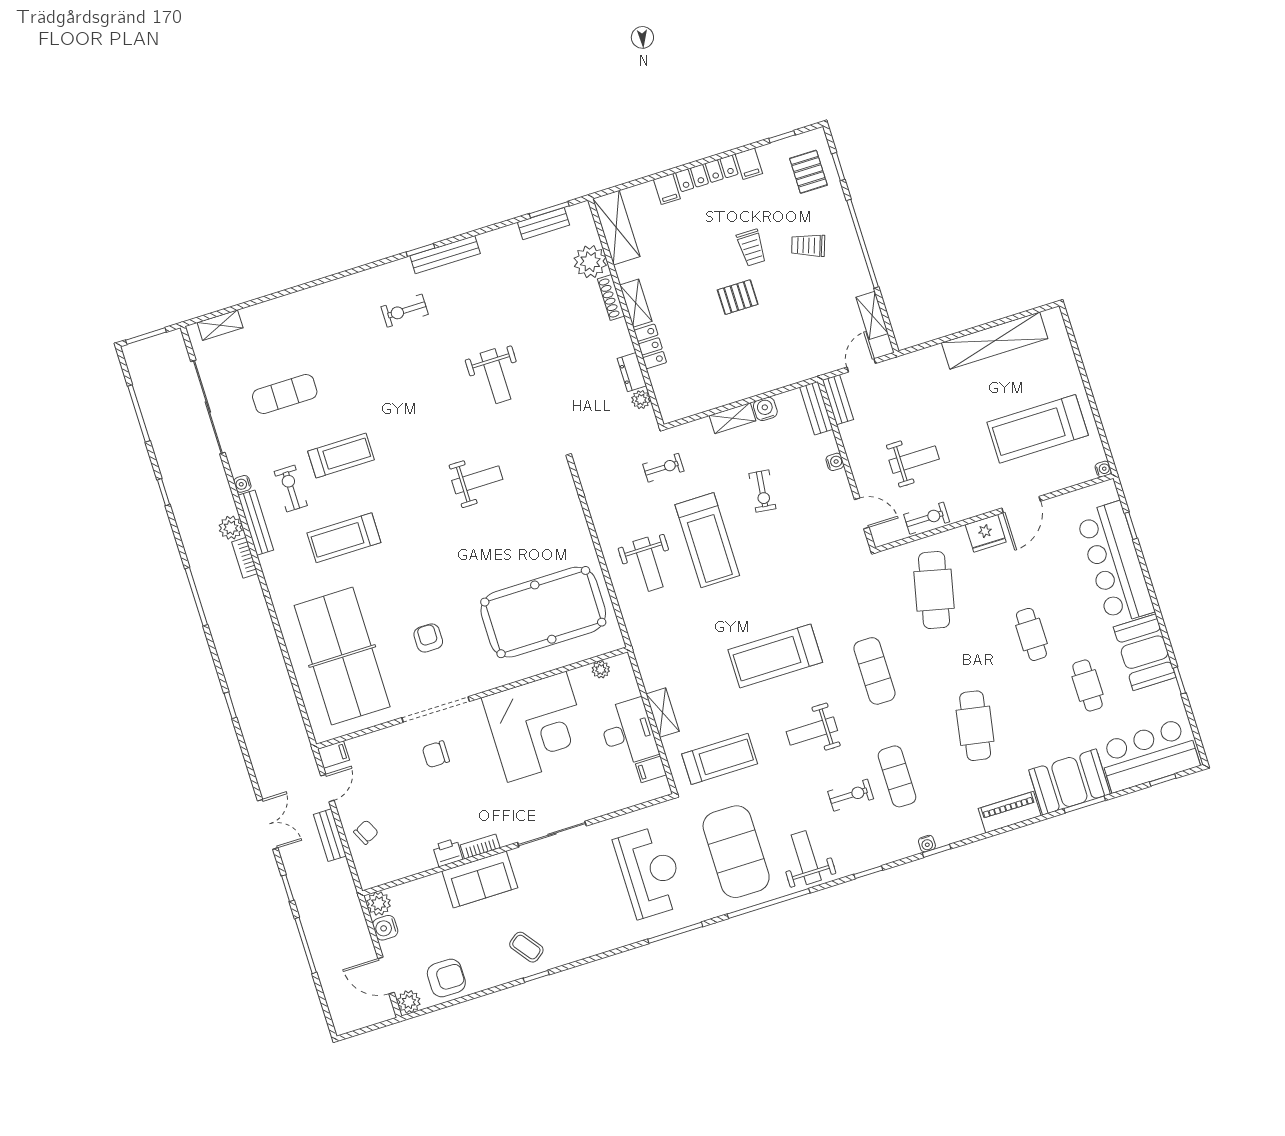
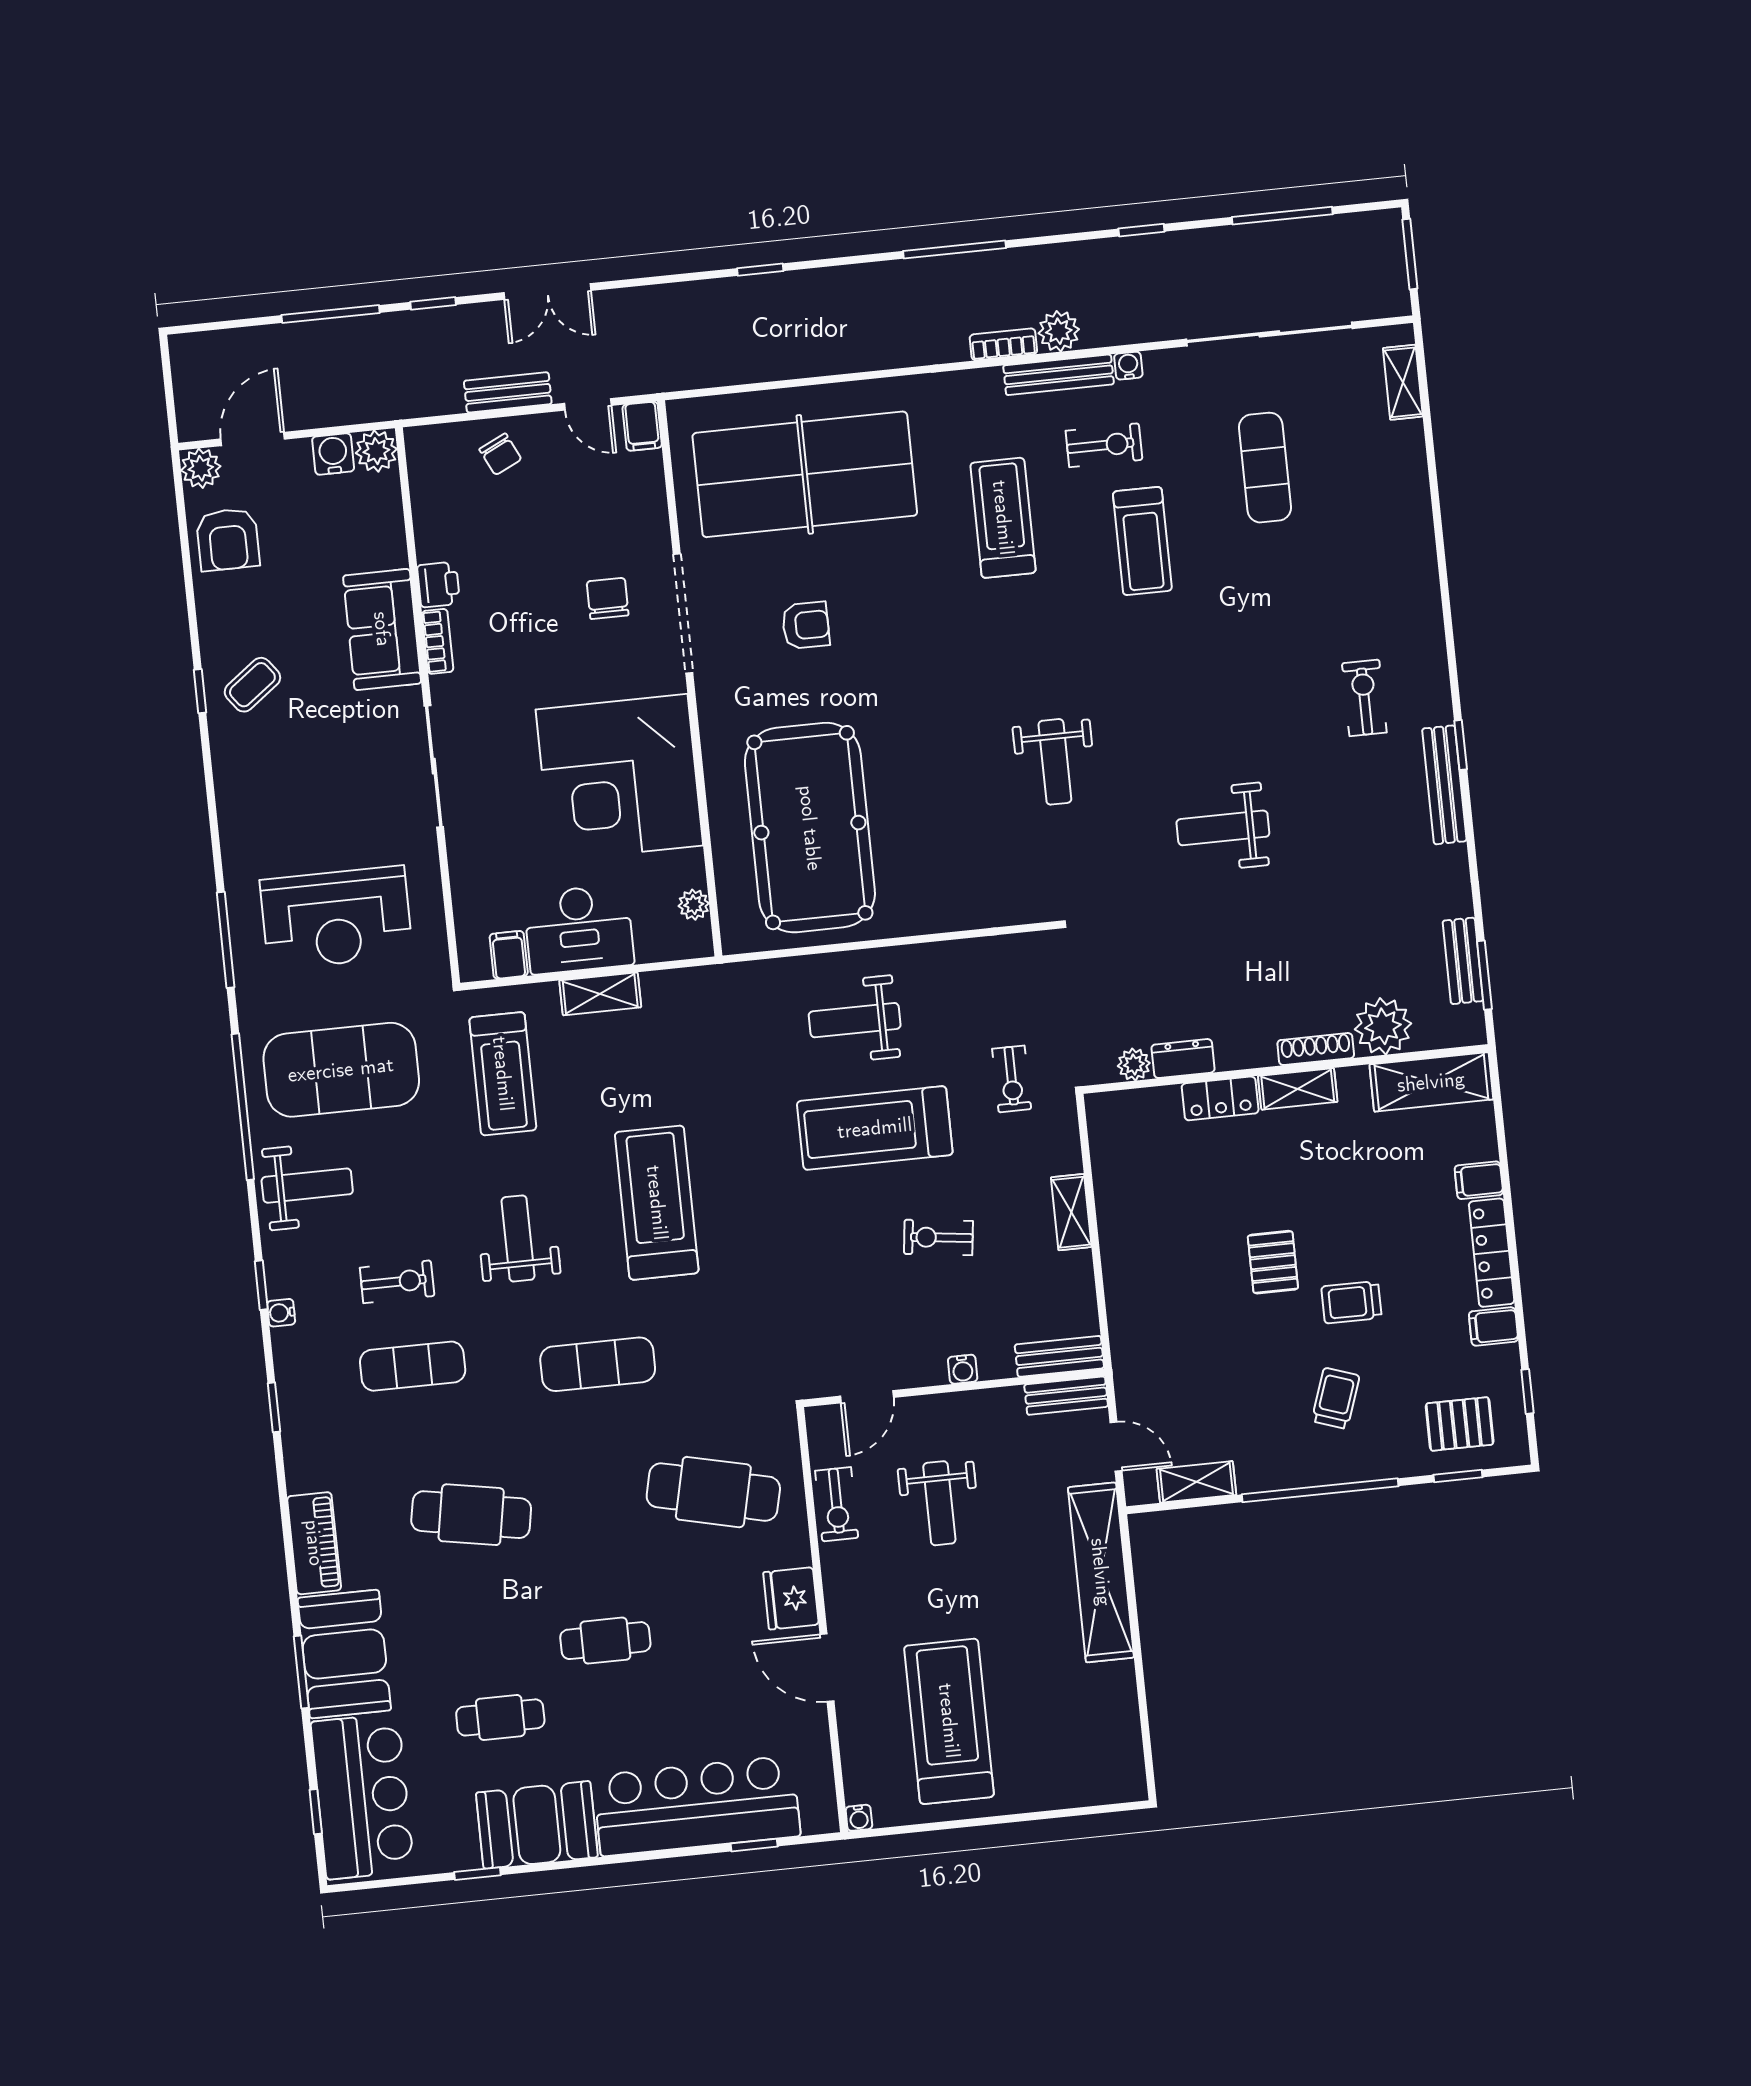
shelving: (995, 341) -> (1101, 1572), moved
water cooler: (765, 409) -> (1075, 1270), removed
exercise bike: (851, 795) -> (397, 1282), turned -90
water cooler: (927, 844) -> (281, 1313), moved

